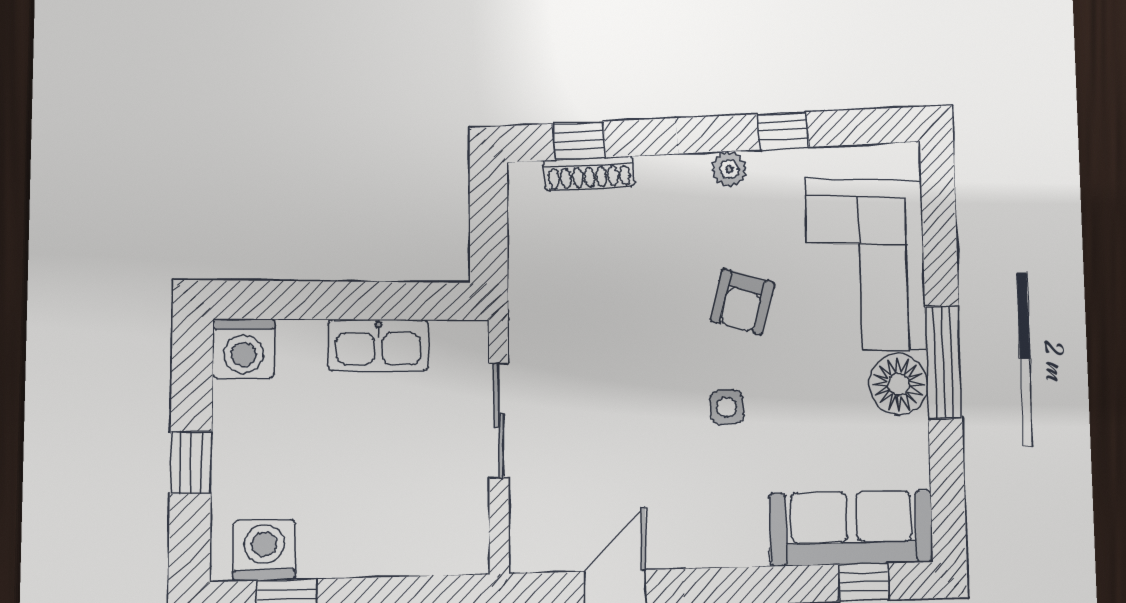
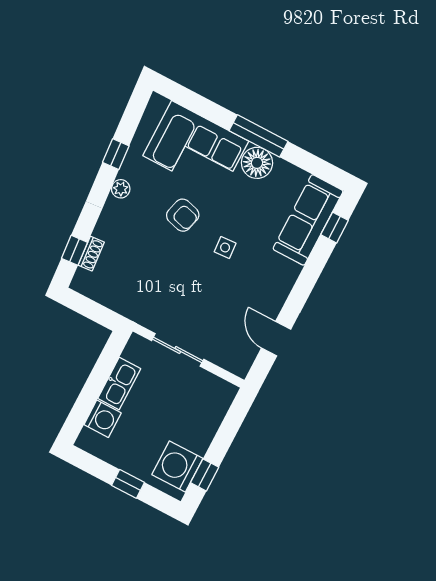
shoe rack: (589, 173) -> (91, 254), width x0.70
washing machine: (244, 348) -> (103, 419), moved
washing machine: (264, 550) -> (177, 467), width x1.37, depth x1.37

